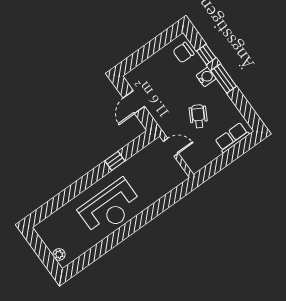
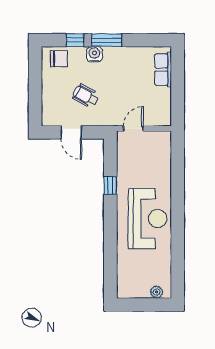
chair: (183, 52) -> (59, 59), turned -90
wheelchair: (198, 116) -> (86, 96), moved

